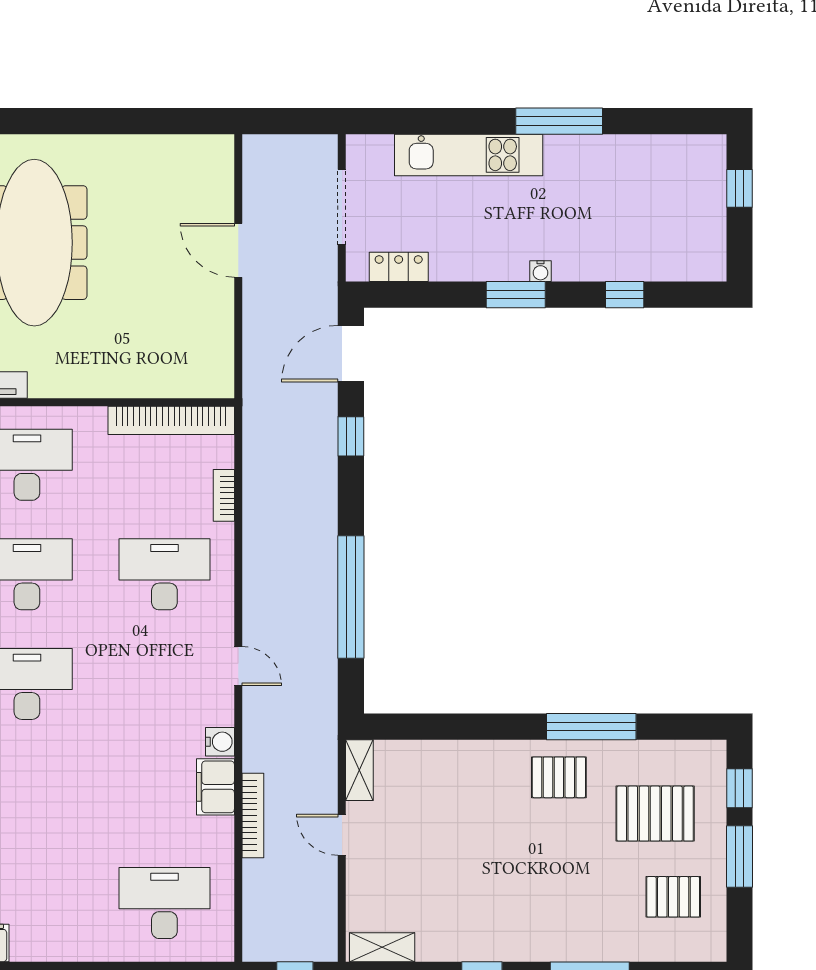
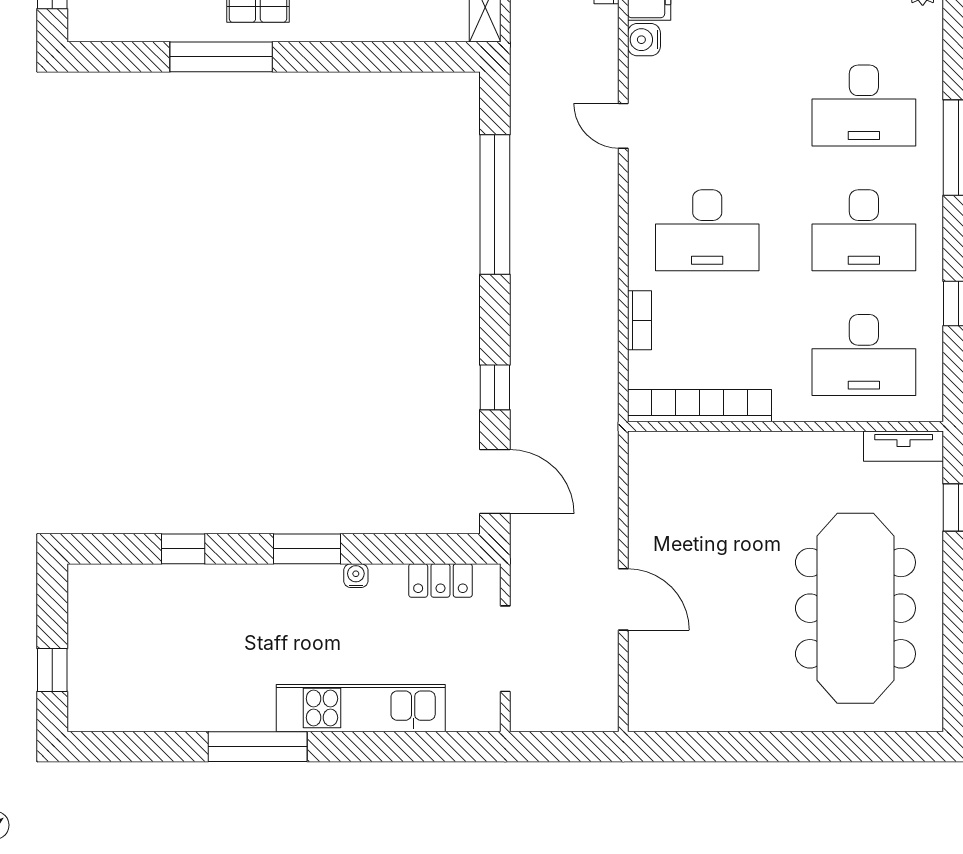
water cooler: (541, 271) -> (356, 576), moved
door: (351, 354) -> (495, 482), hinge flipped

